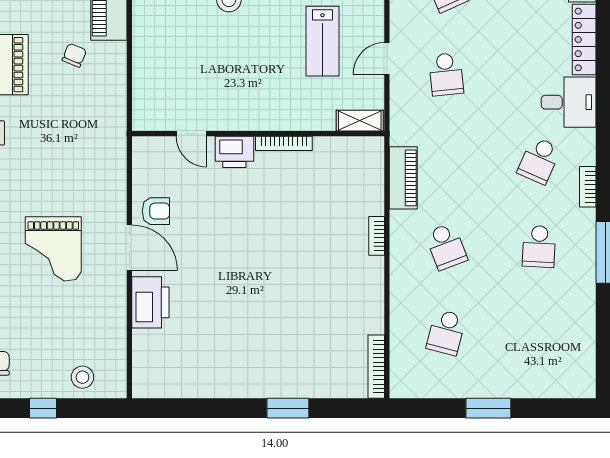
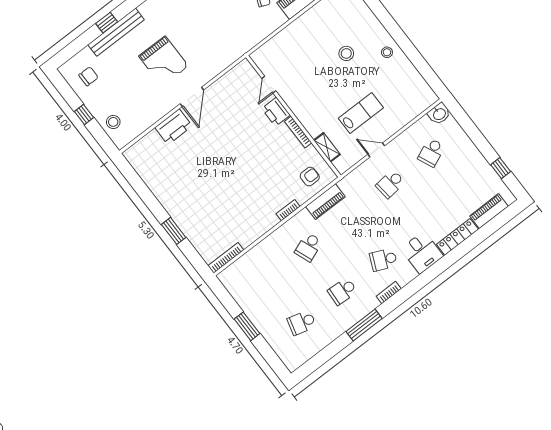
lab bench: (322, 41) -> (361, 113), turned 180
shelving: (360, 121) -> (327, 147), moved
armchair: (156, 211) -> (310, 177), moved, turned -90
grand piano: (53, 249) -> (164, 61), turned -90
school desk: (446, 332) -> (302, 323), moved

